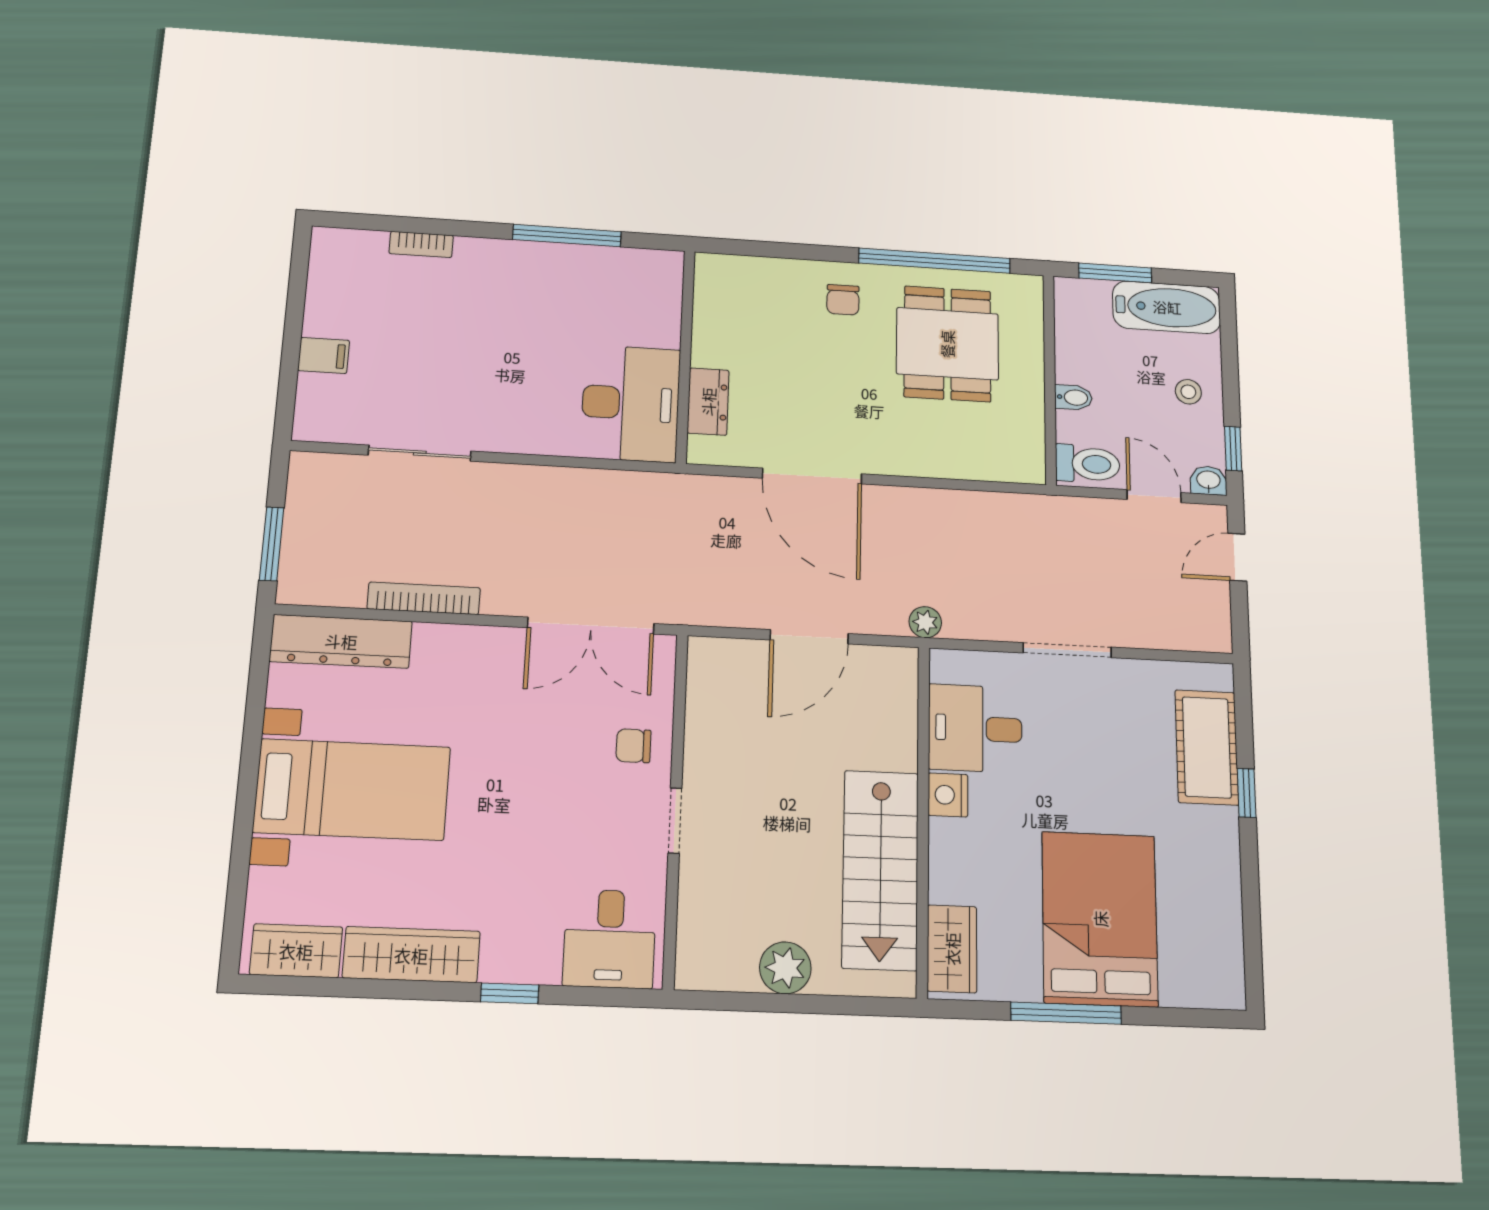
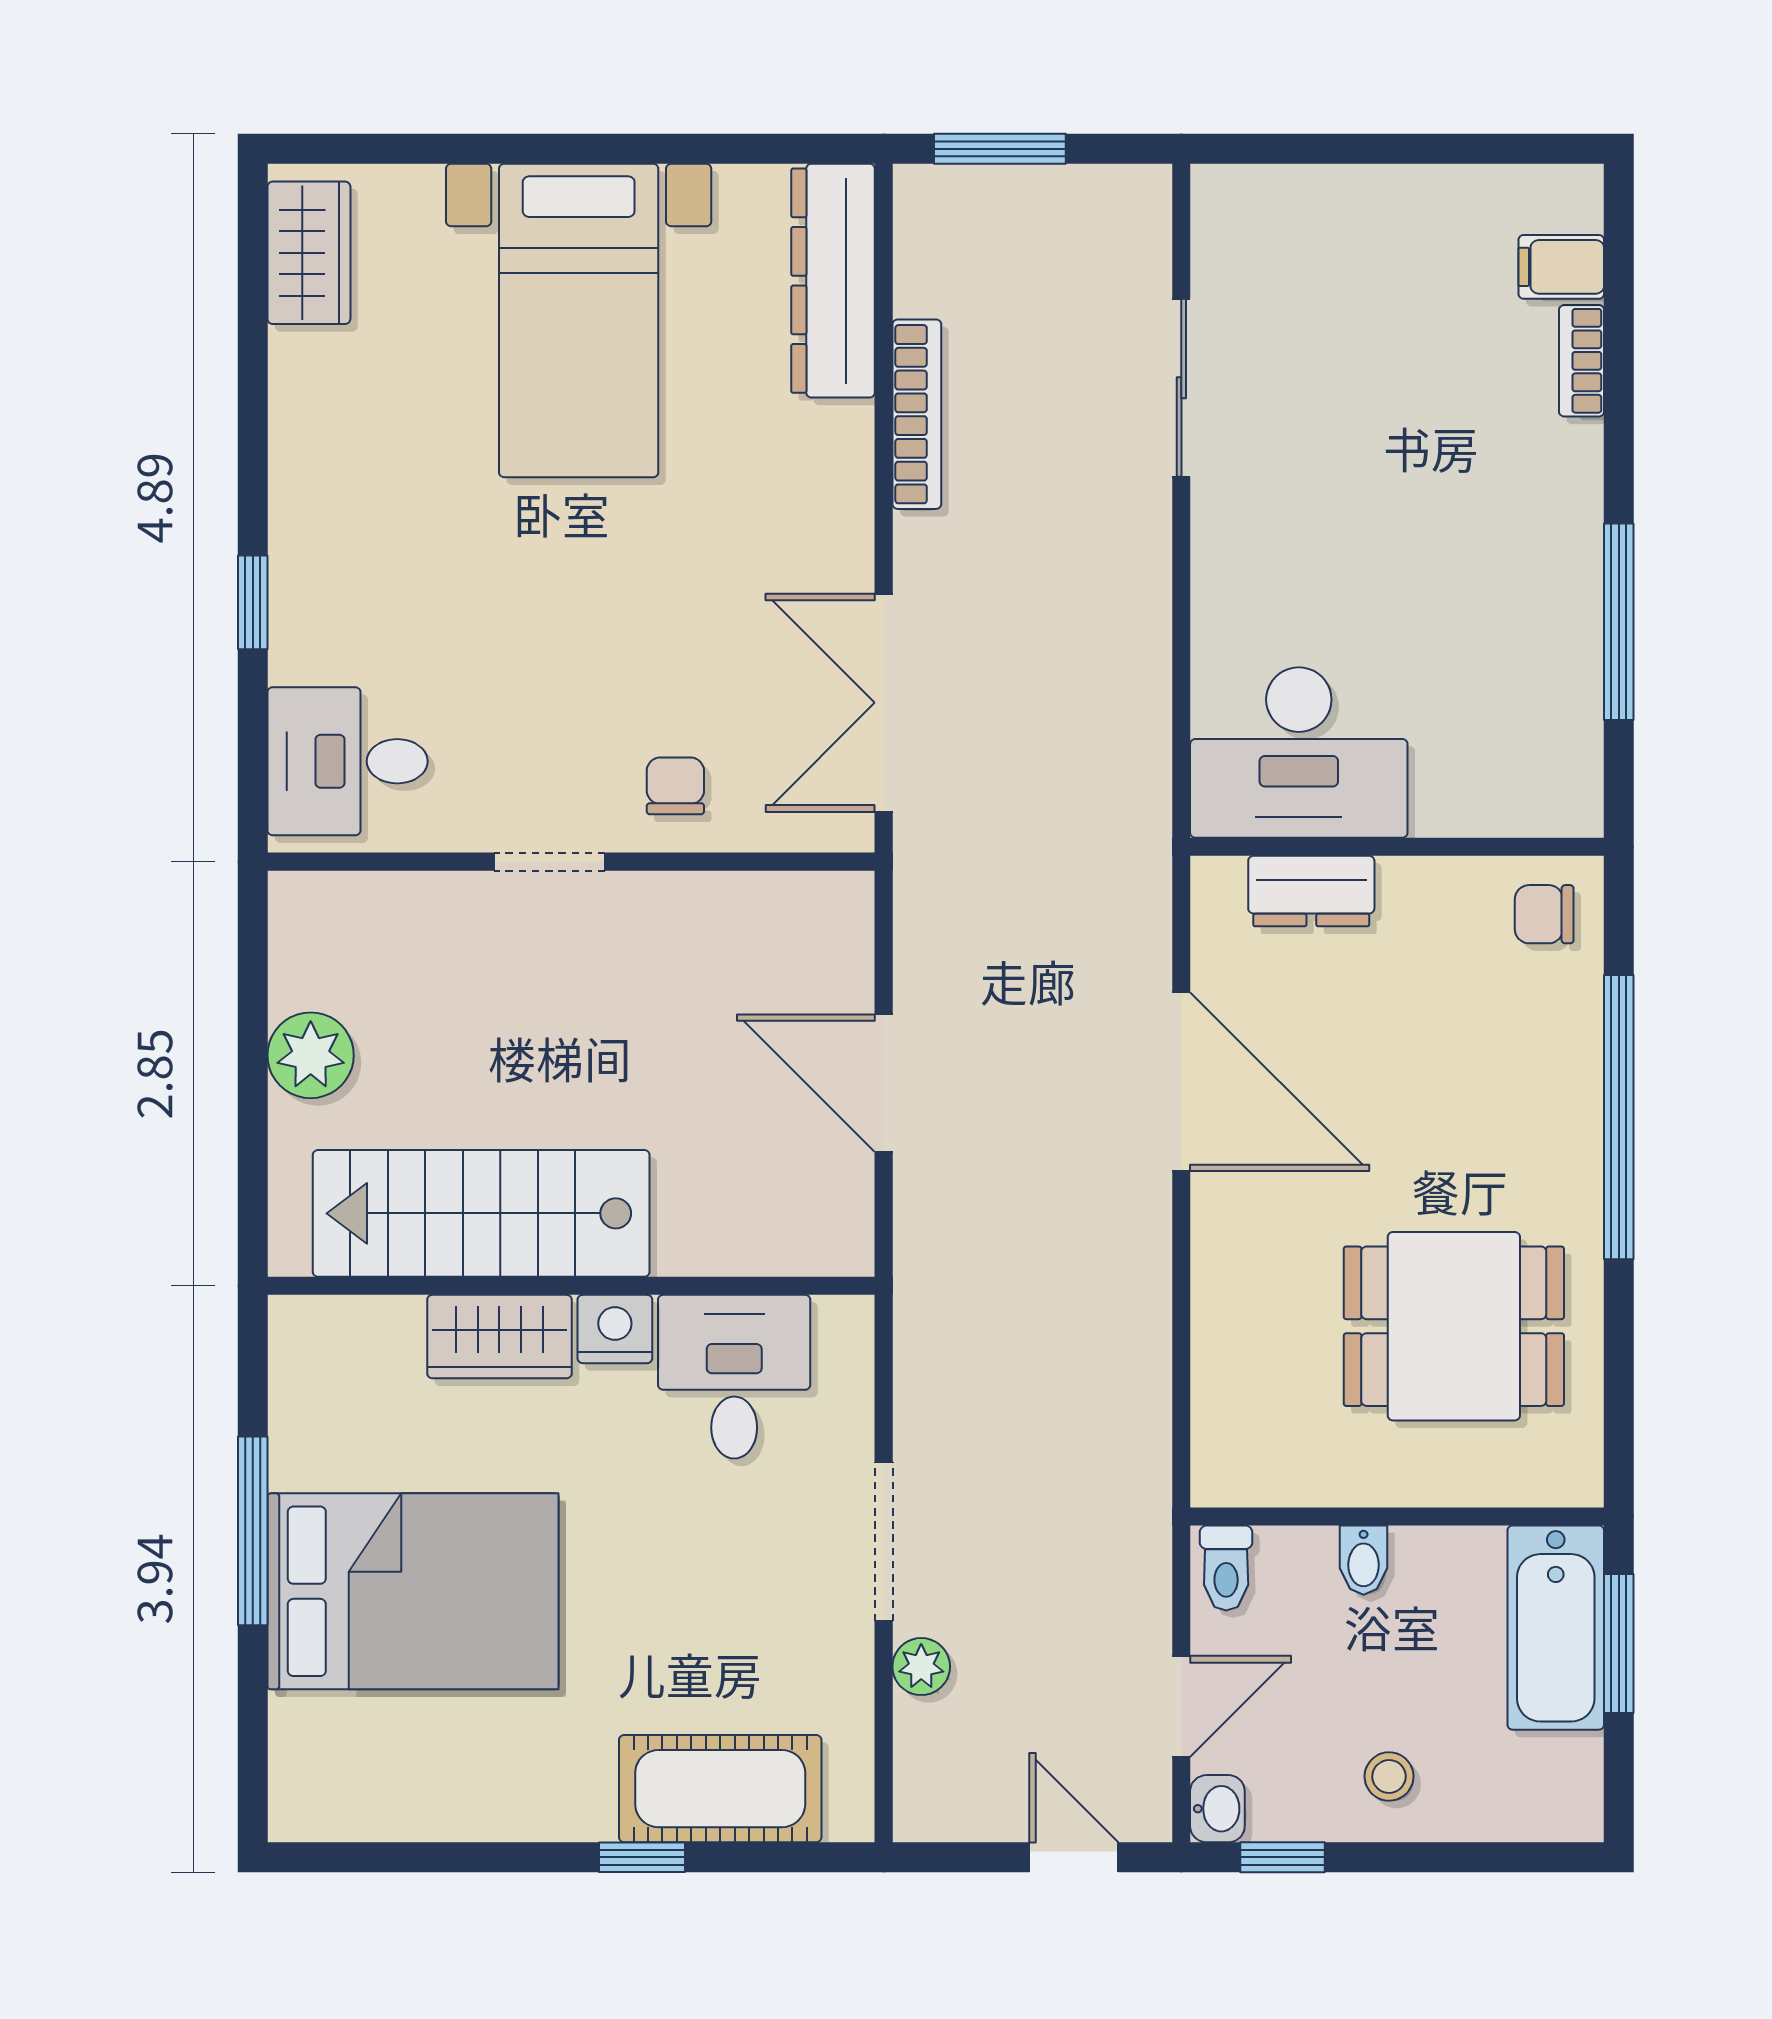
window: (935, 261) -> (1619, 1117), moved
chair: (843, 300) -> (1544, 914), moved
bathtub: (1167, 307) -> (1556, 1628), moved
filing cabinet: (324, 355) -> (1561, 267), moved, turned 90
toilet: (1088, 464) -> (1226, 1568), width x0.73, depth x0.72
door: (812, 476) -> (1181, 1082), swing flipped
plant: (925, 622) -> (921, 1667), moved
wardrobe: (952, 949) -> (499, 1337), moved
wardrobe: (411, 955) -> (310, 439), removed

